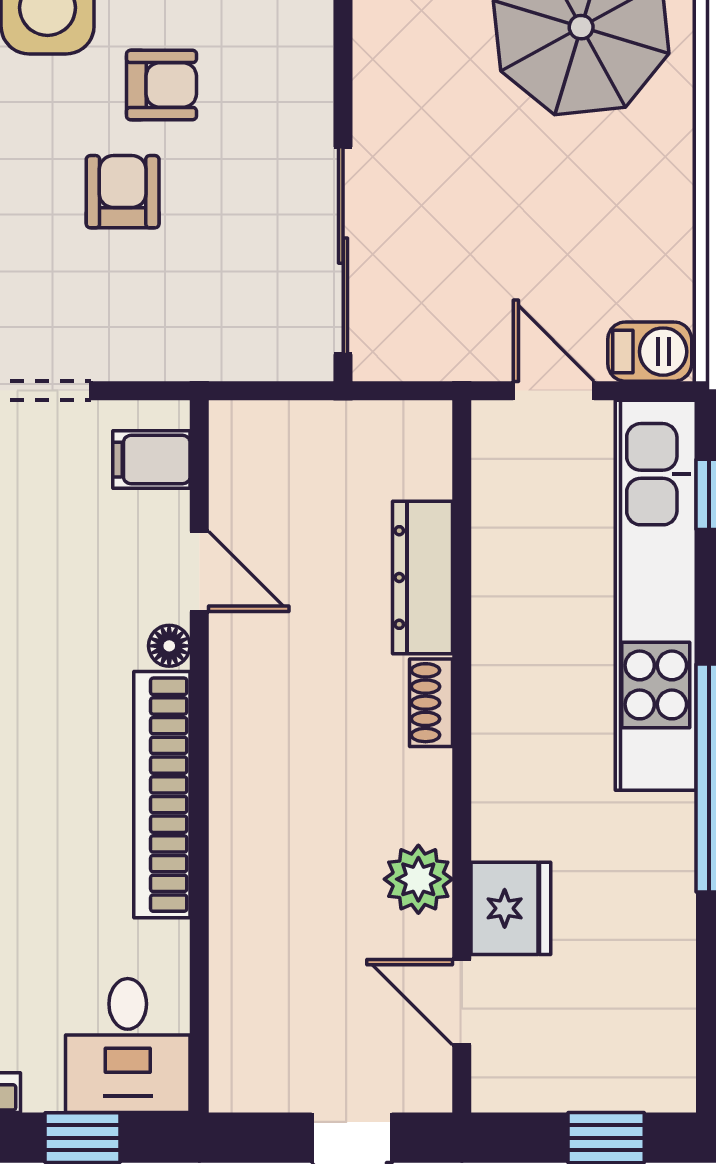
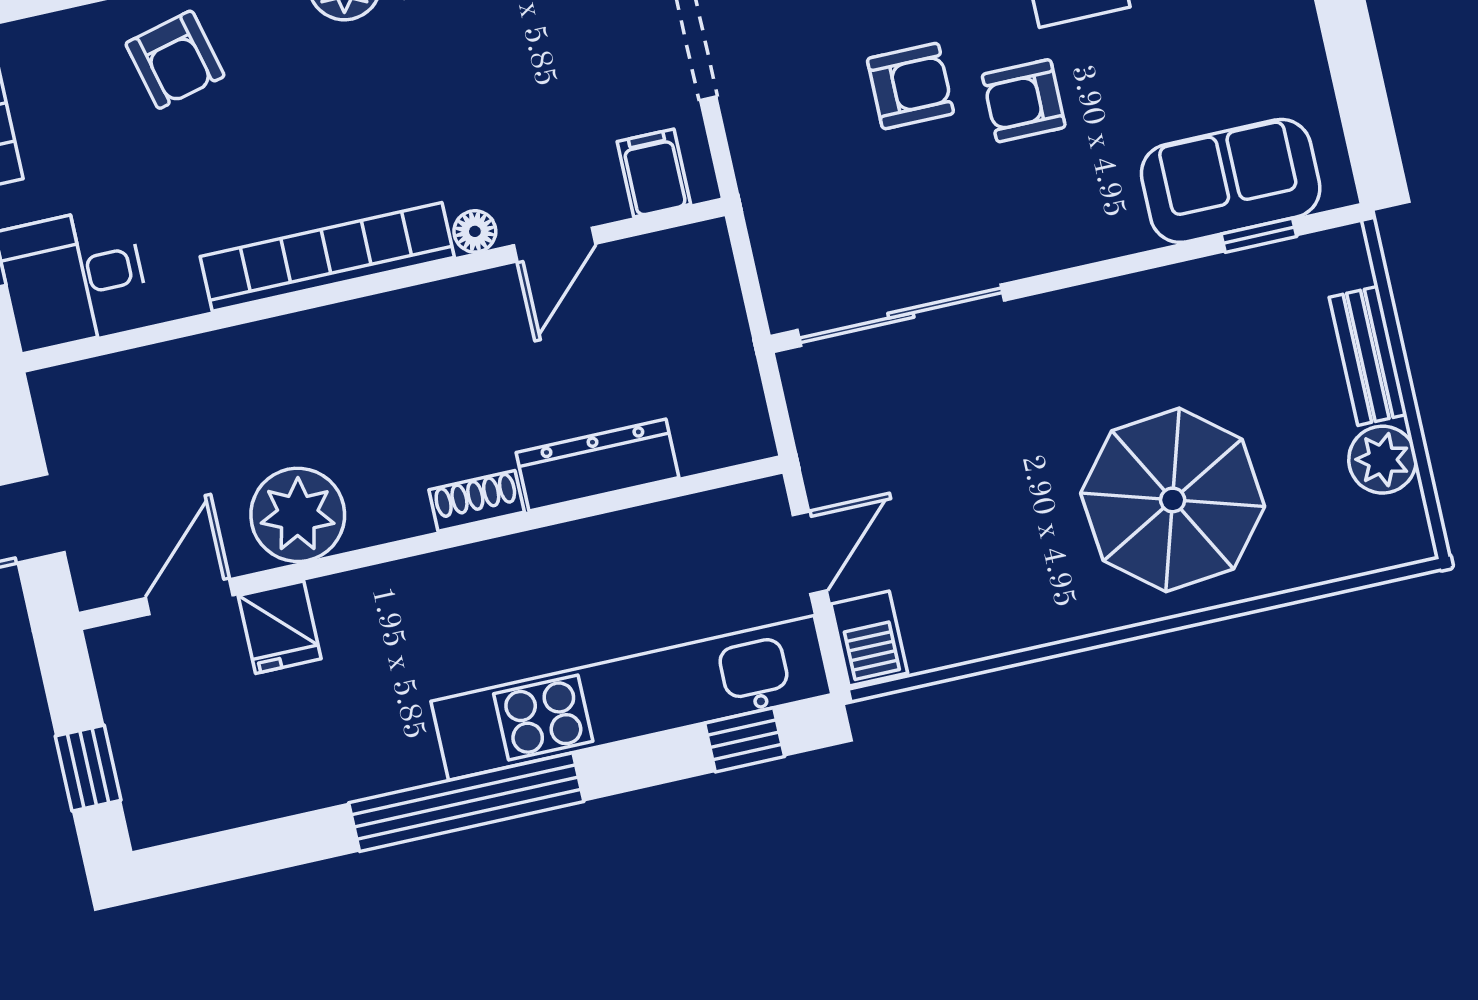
armchair: (161, 85) -> (1024, 101), turned 90
plant: (418, 879) -> (298, 515), width x1.36, depth x1.36
fridge: (511, 908) -> (280, 627), width x0.72

